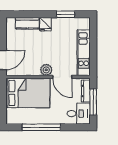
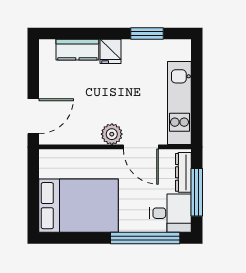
bed: (28, 93) -> (79, 206), moved
window: (41, 127) -> (145, 238), moved

